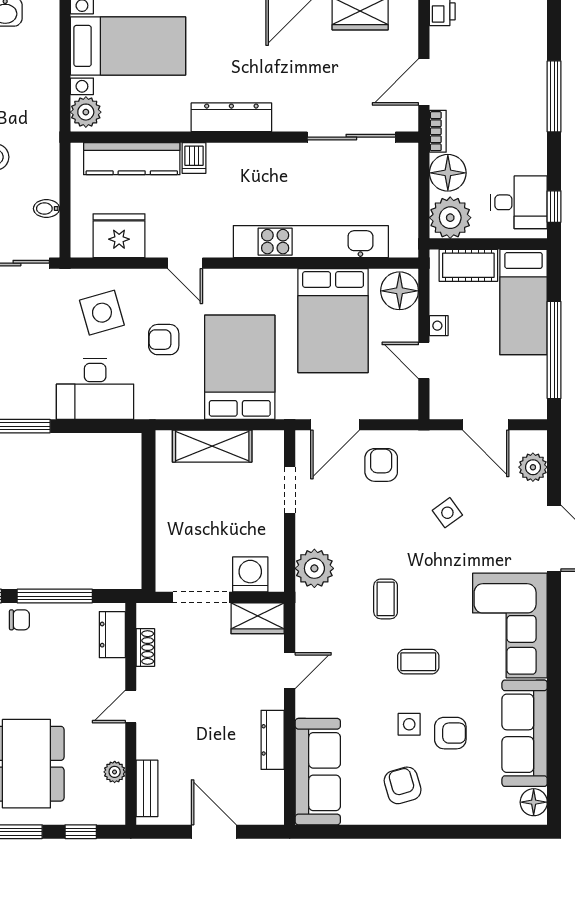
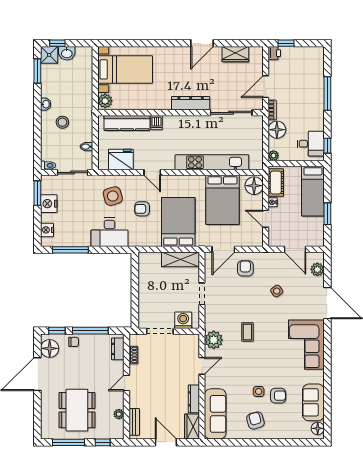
dresser: (231, 117) -> (191, 103), moved
plant: (450, 218) -> (273, 156), width x0.53, depth x0.53
cot: (468, 265) -> (276, 183), moved, turned 90
window: (554, 350) -> (327, 214), width x0.47
shelving: (212, 446) -> (180, 259), moved
doorway: (290, 490) -> (202, 294), moved
plant: (314, 568) -> (214, 340), moved
wardrobe: (258, 618) -> (192, 427), moved, turned 90
coffee table: (418, 662) -> (263, 362), removed
sofa: (525, 733) -> (313, 402), width x0.73

